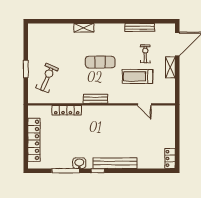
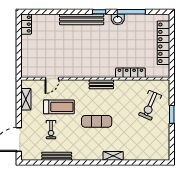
shelving: (170, 67) -> (26, 99), moved
door: (144, 104) -> (52, 79), swing flipped

